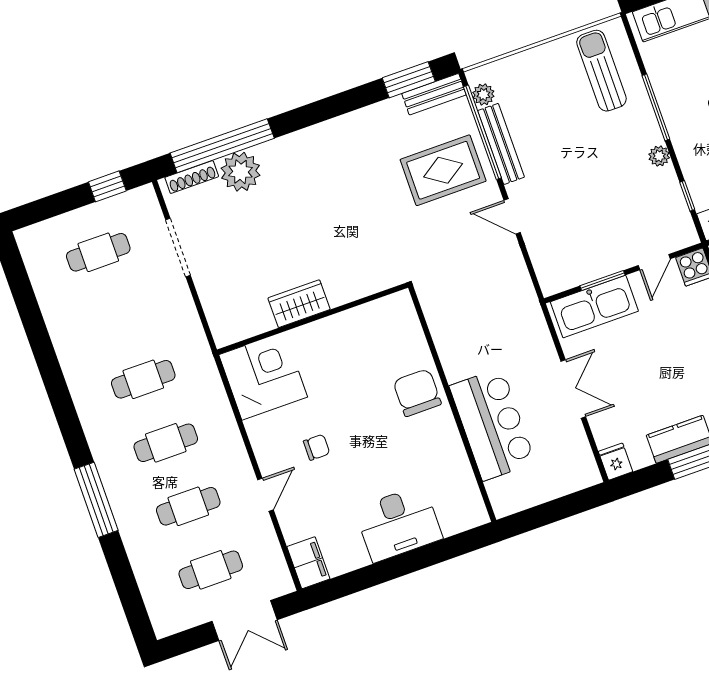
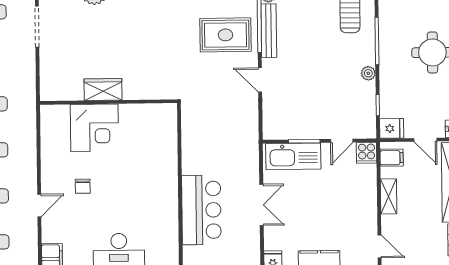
corner desk: (263, 376) -> (94, 128), moved, turned 90
chair: (417, 393) -> (160, 173), removed
chair: (317, 447) -> (83, 186), turned 90

